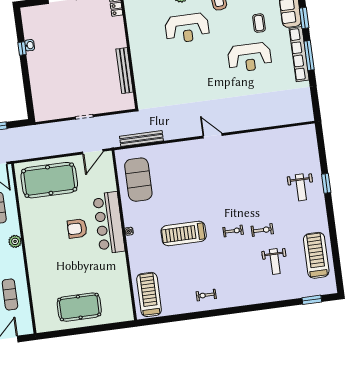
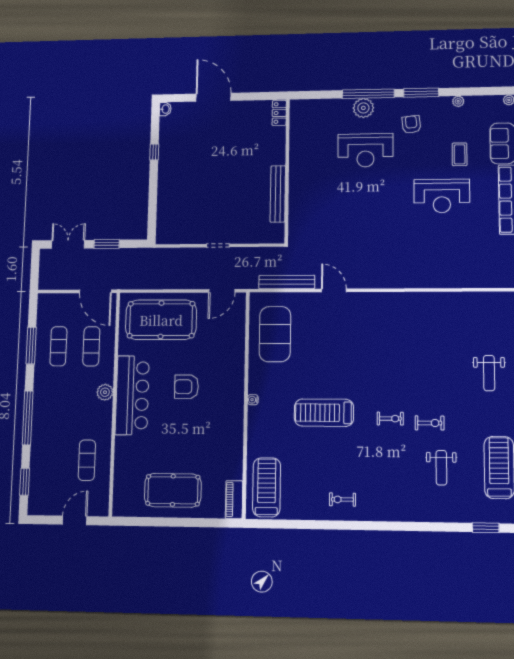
washbasin: (30, 45) -> (165, 109), moved
door: (213, 136) -> (334, 290), moved
bar counter: (109, 223) -> (132, 395), moved, turned 180
piano: (126, 307) -> (234, 500), added

